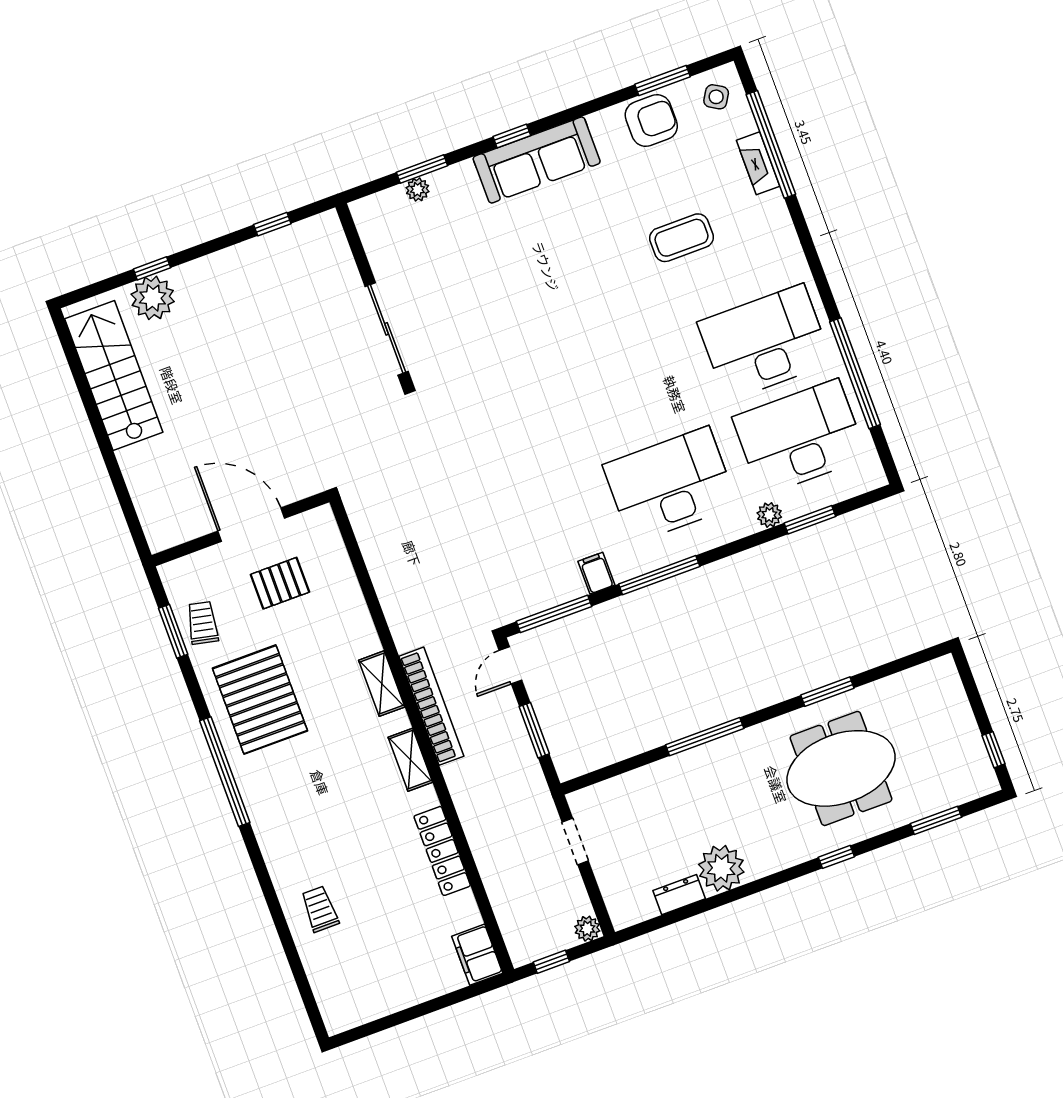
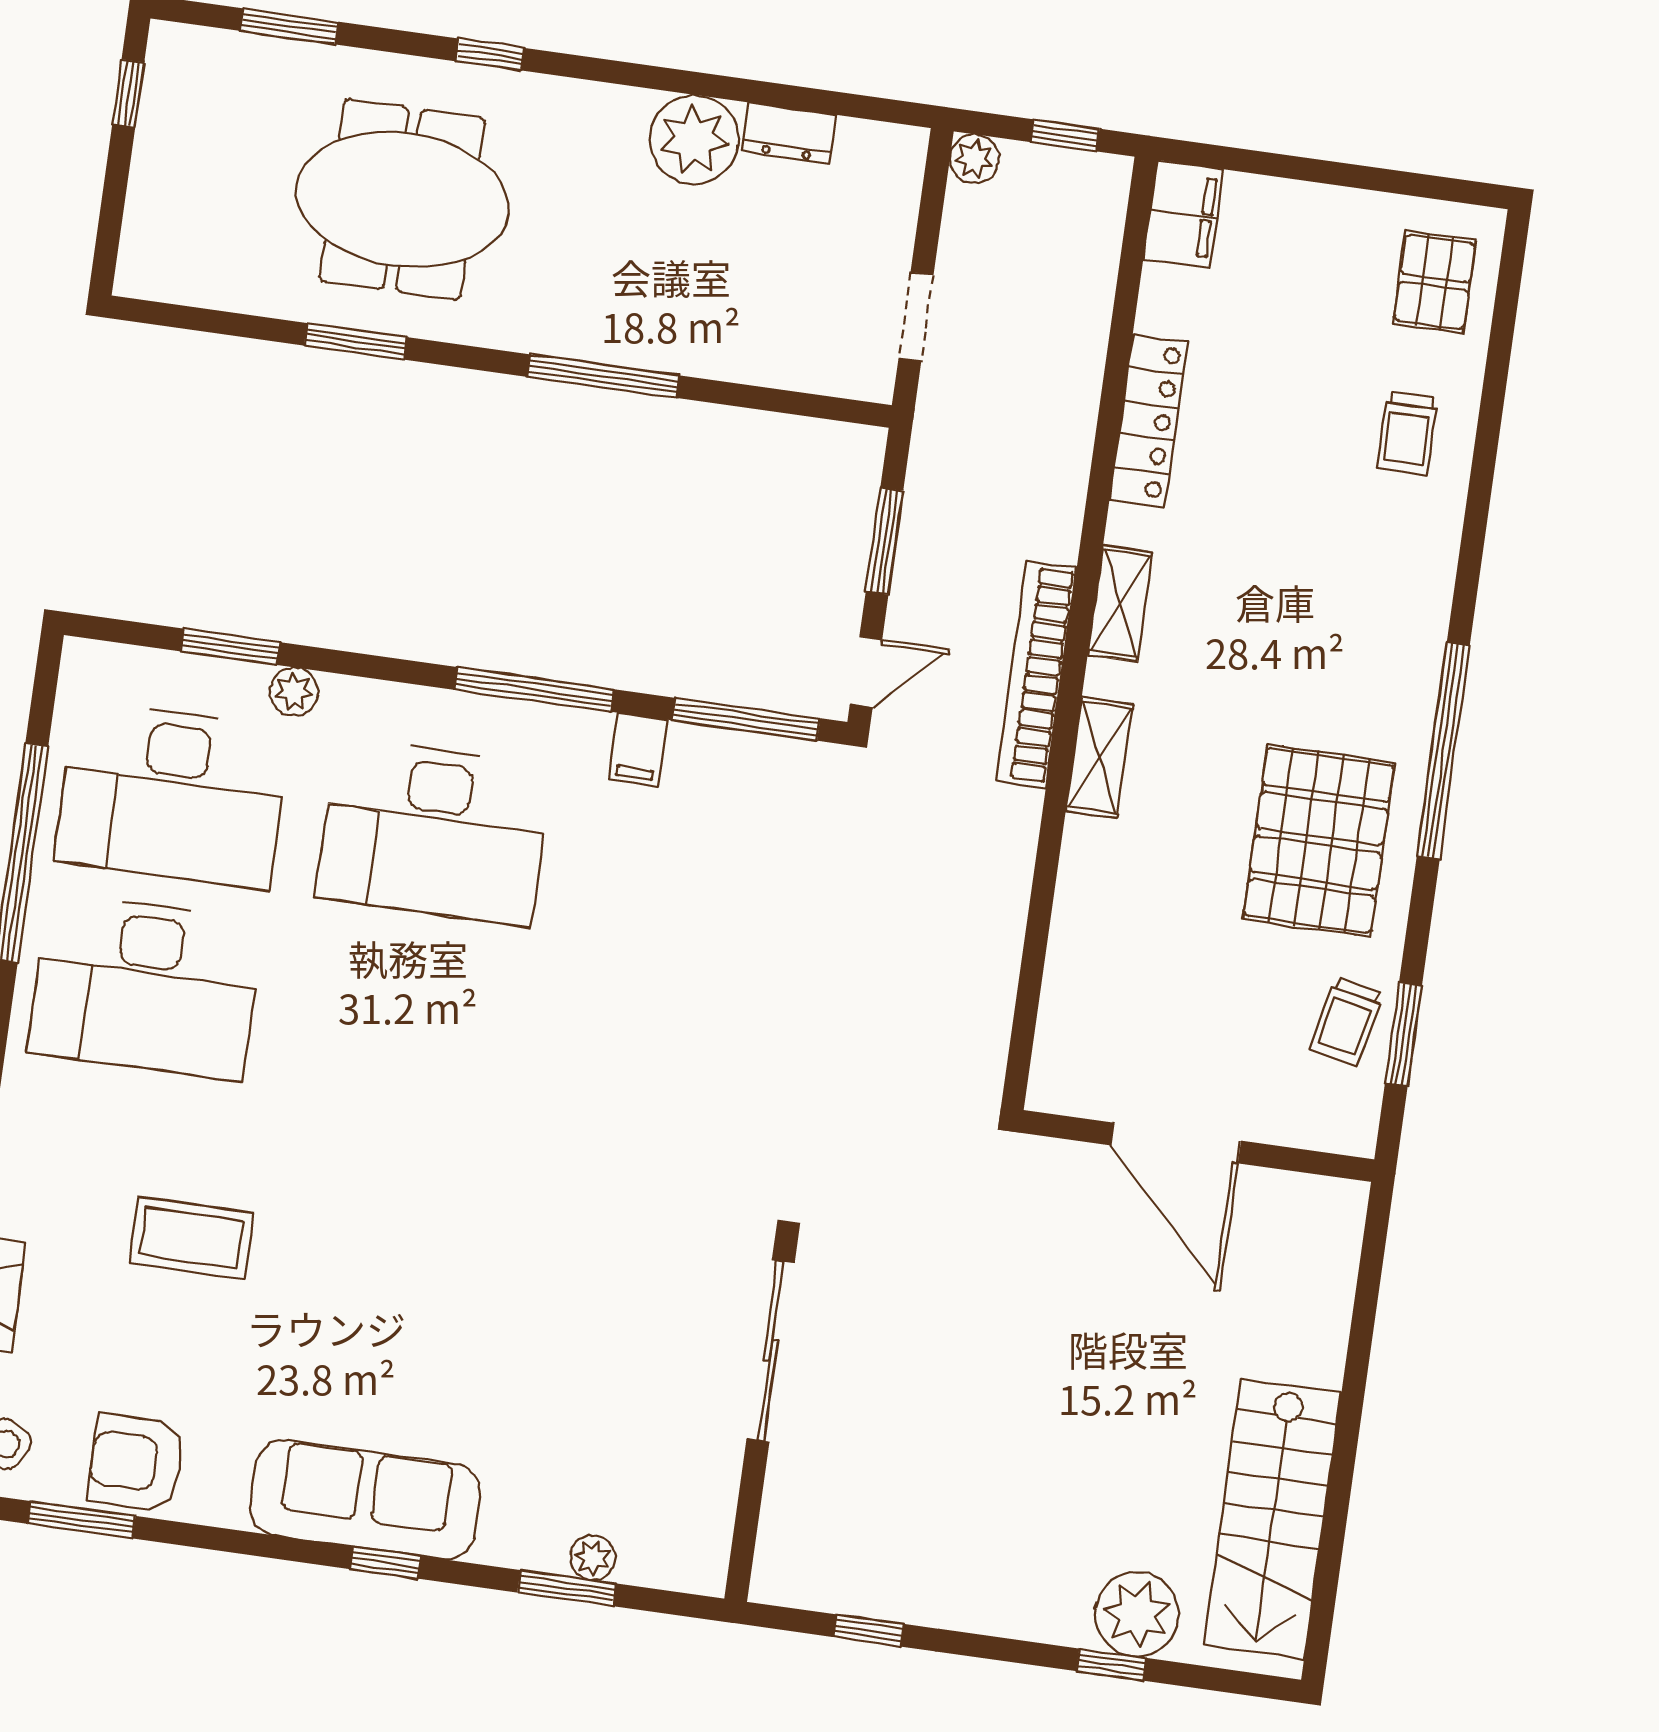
pallet: (280, 583) -> (1435, 282), moved, turned 90

